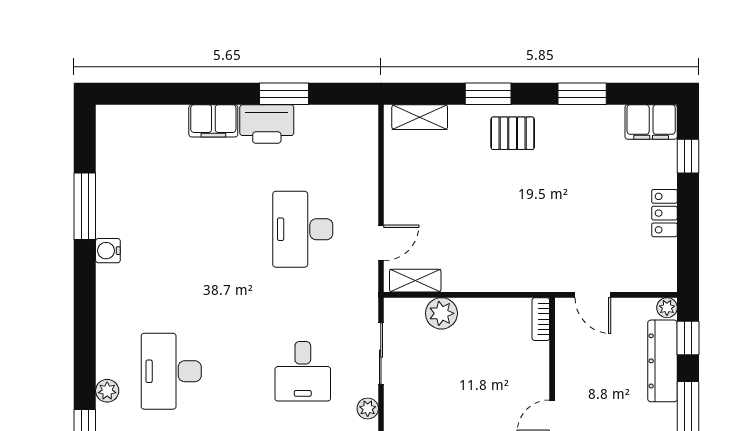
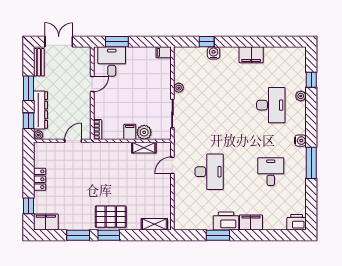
window: (488, 94) -> (109, 235), moved
printer: (116, 122) -> (297, 222), added
pallet: (513, 133) -> (111, 217), width x1.50, depth x1.42
window: (85, 206) -> (311, 163), moved
water cooler: (108, 251) -> (300, 141), moved
shelving: (415, 281) -> (144, 148), moved
door: (593, 295) -> (73, 141), hinge flipped
filing cabinet: (472, 314) -> (130, 132), added
desk: (303, 371) -> (271, 172), moved

